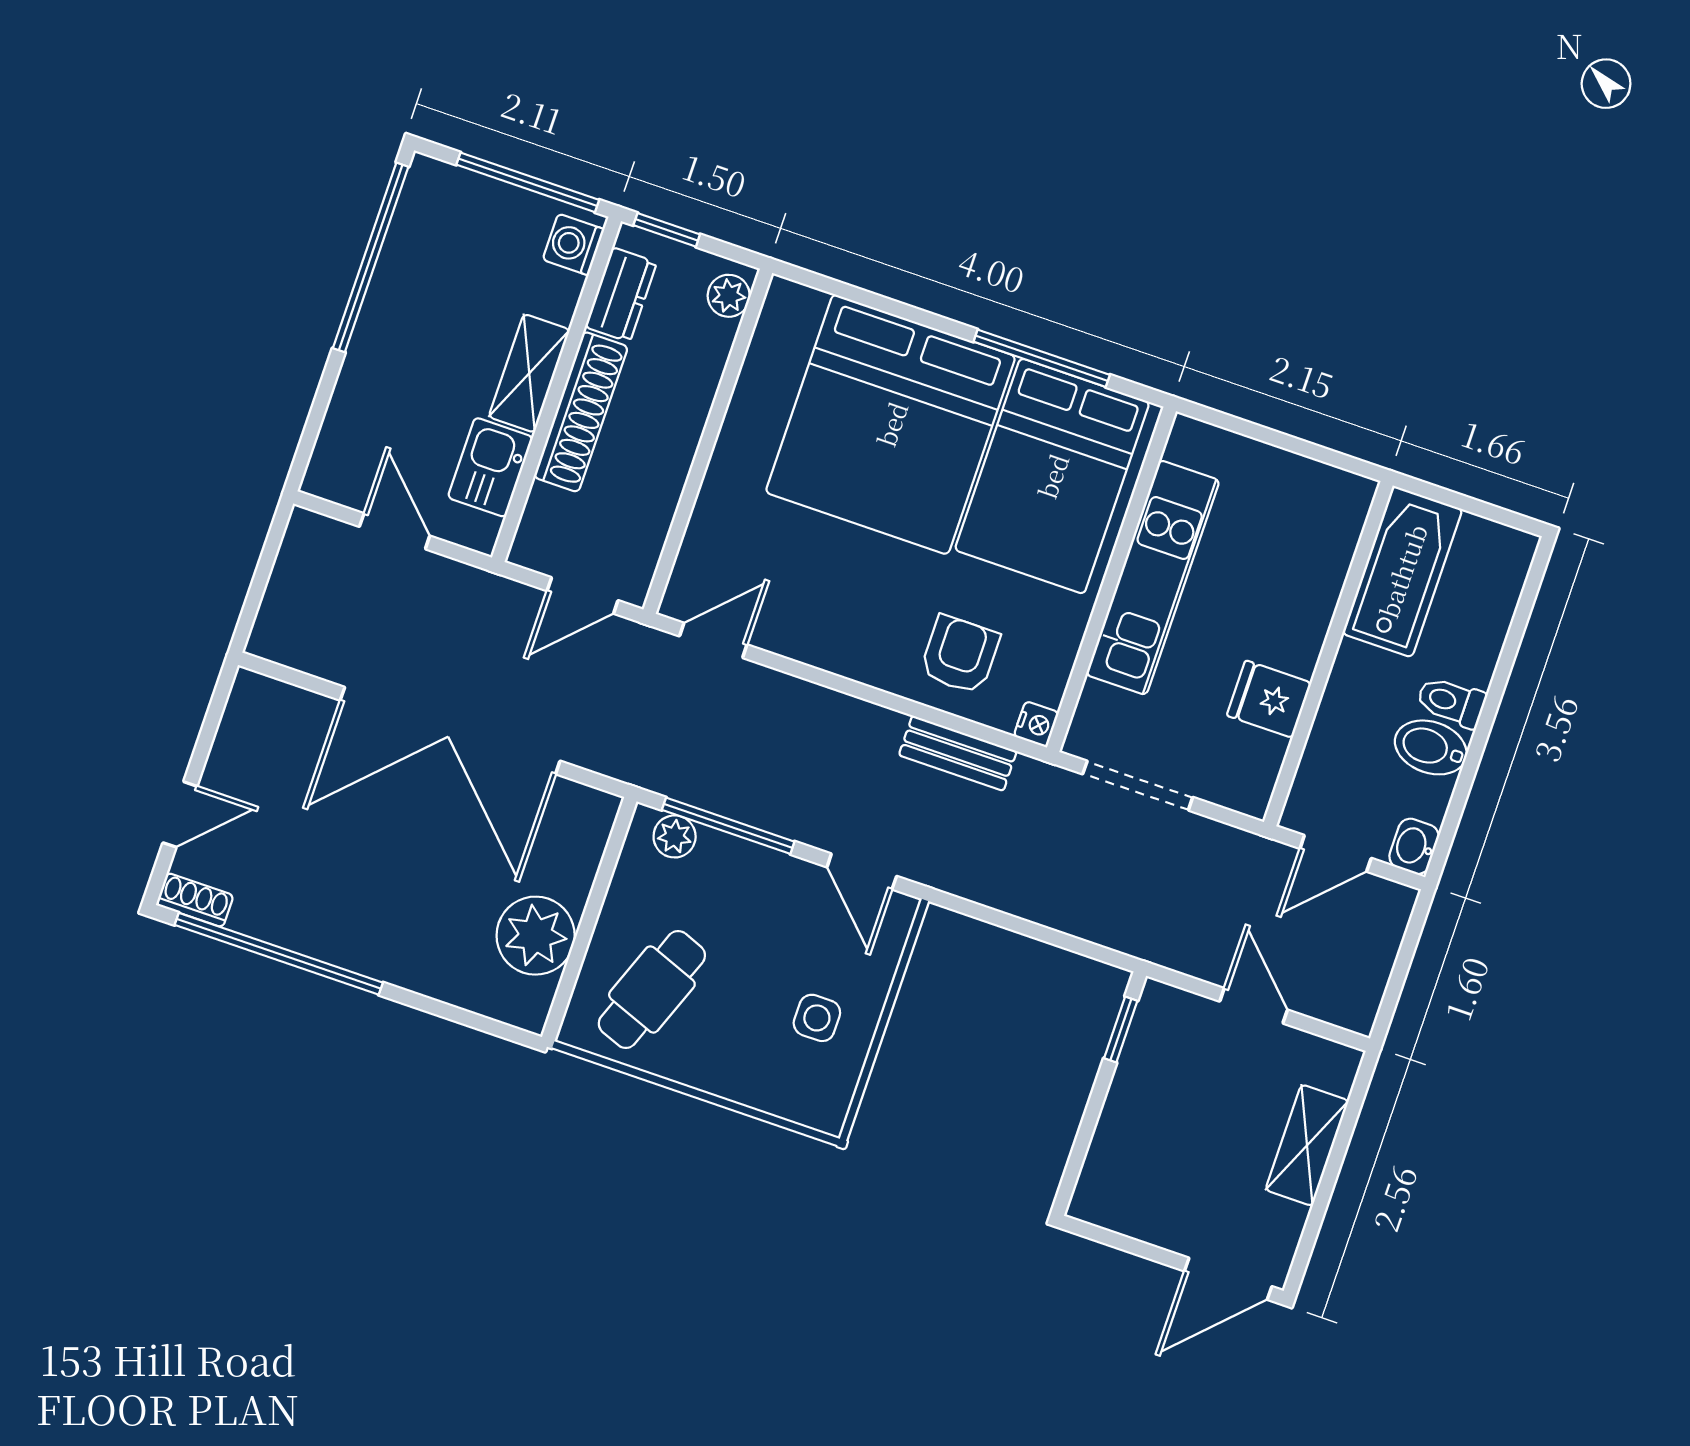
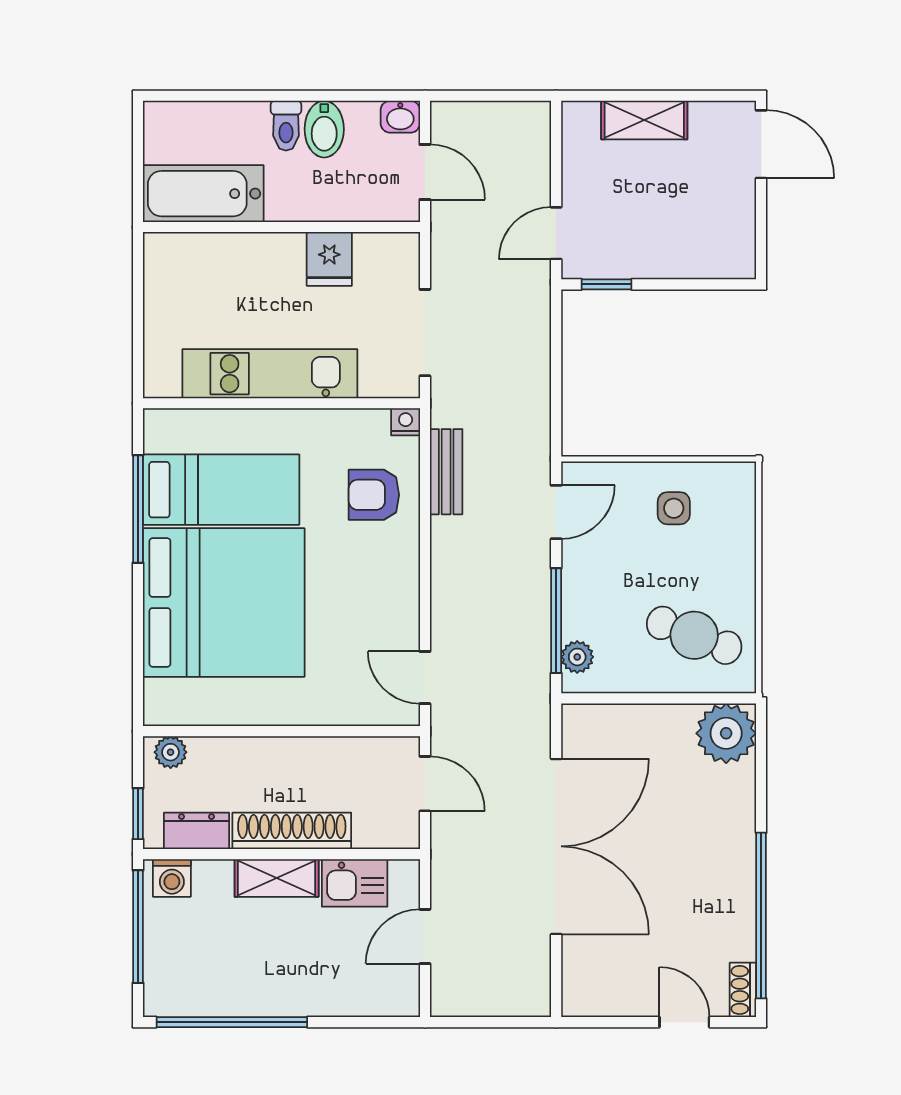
bed: (1052, 476) -> (221, 490), width x0.67
plant: (536, 936) -> (726, 733), moved
door: (1254, 1006) -> (556, 233), moved

